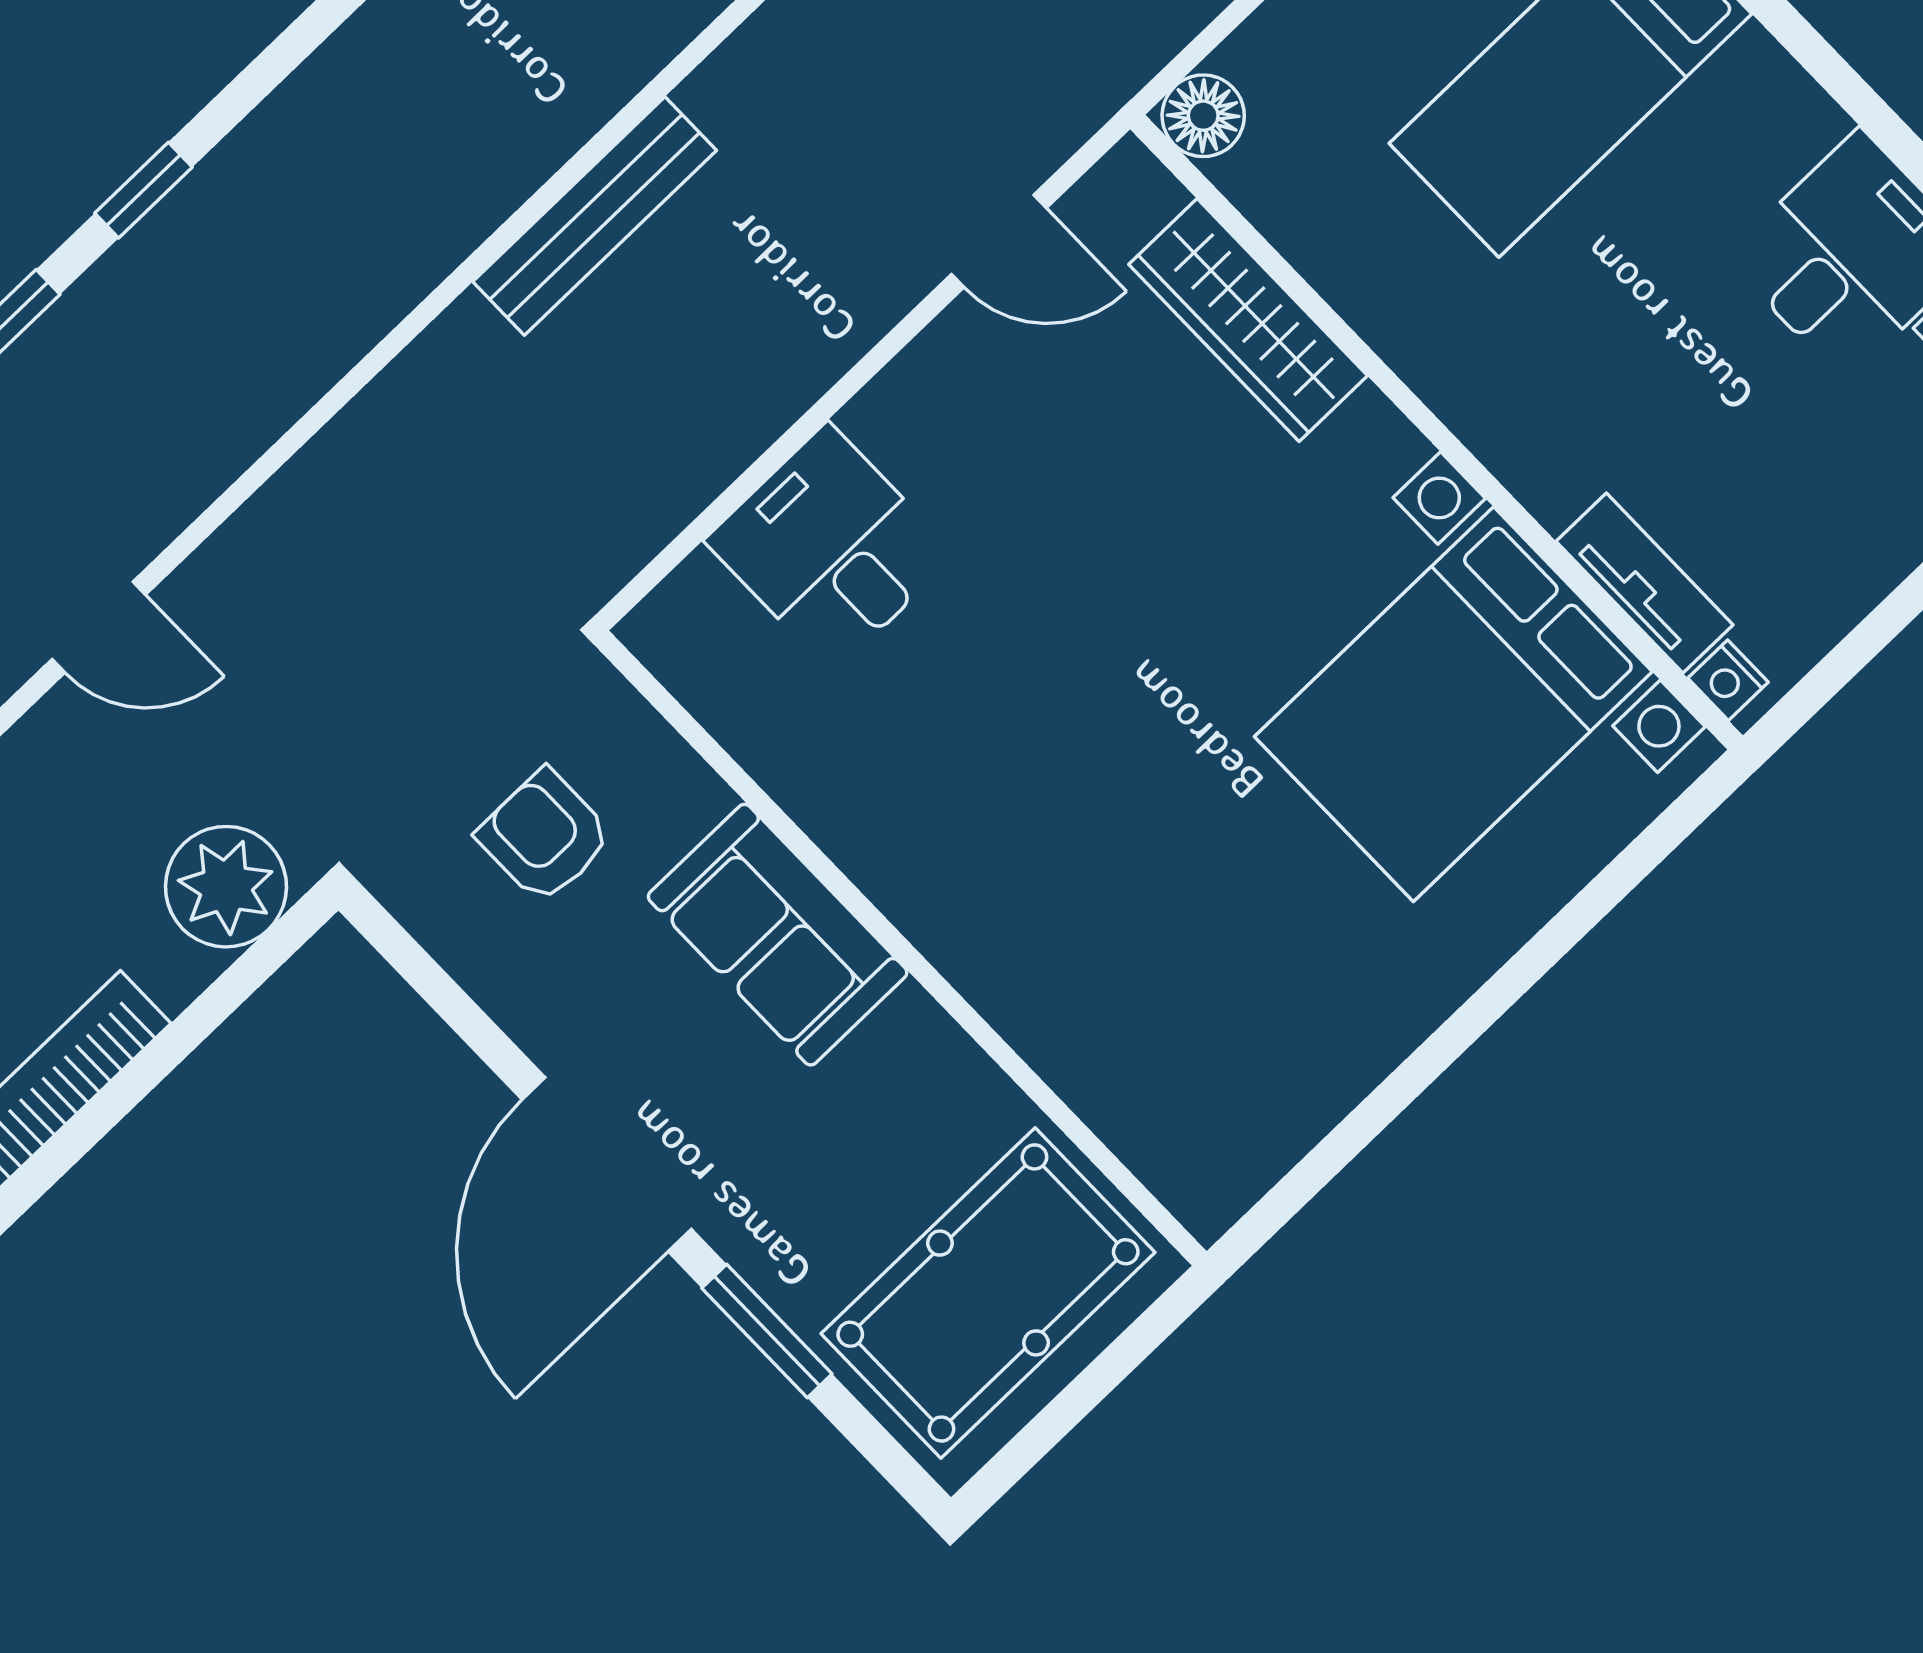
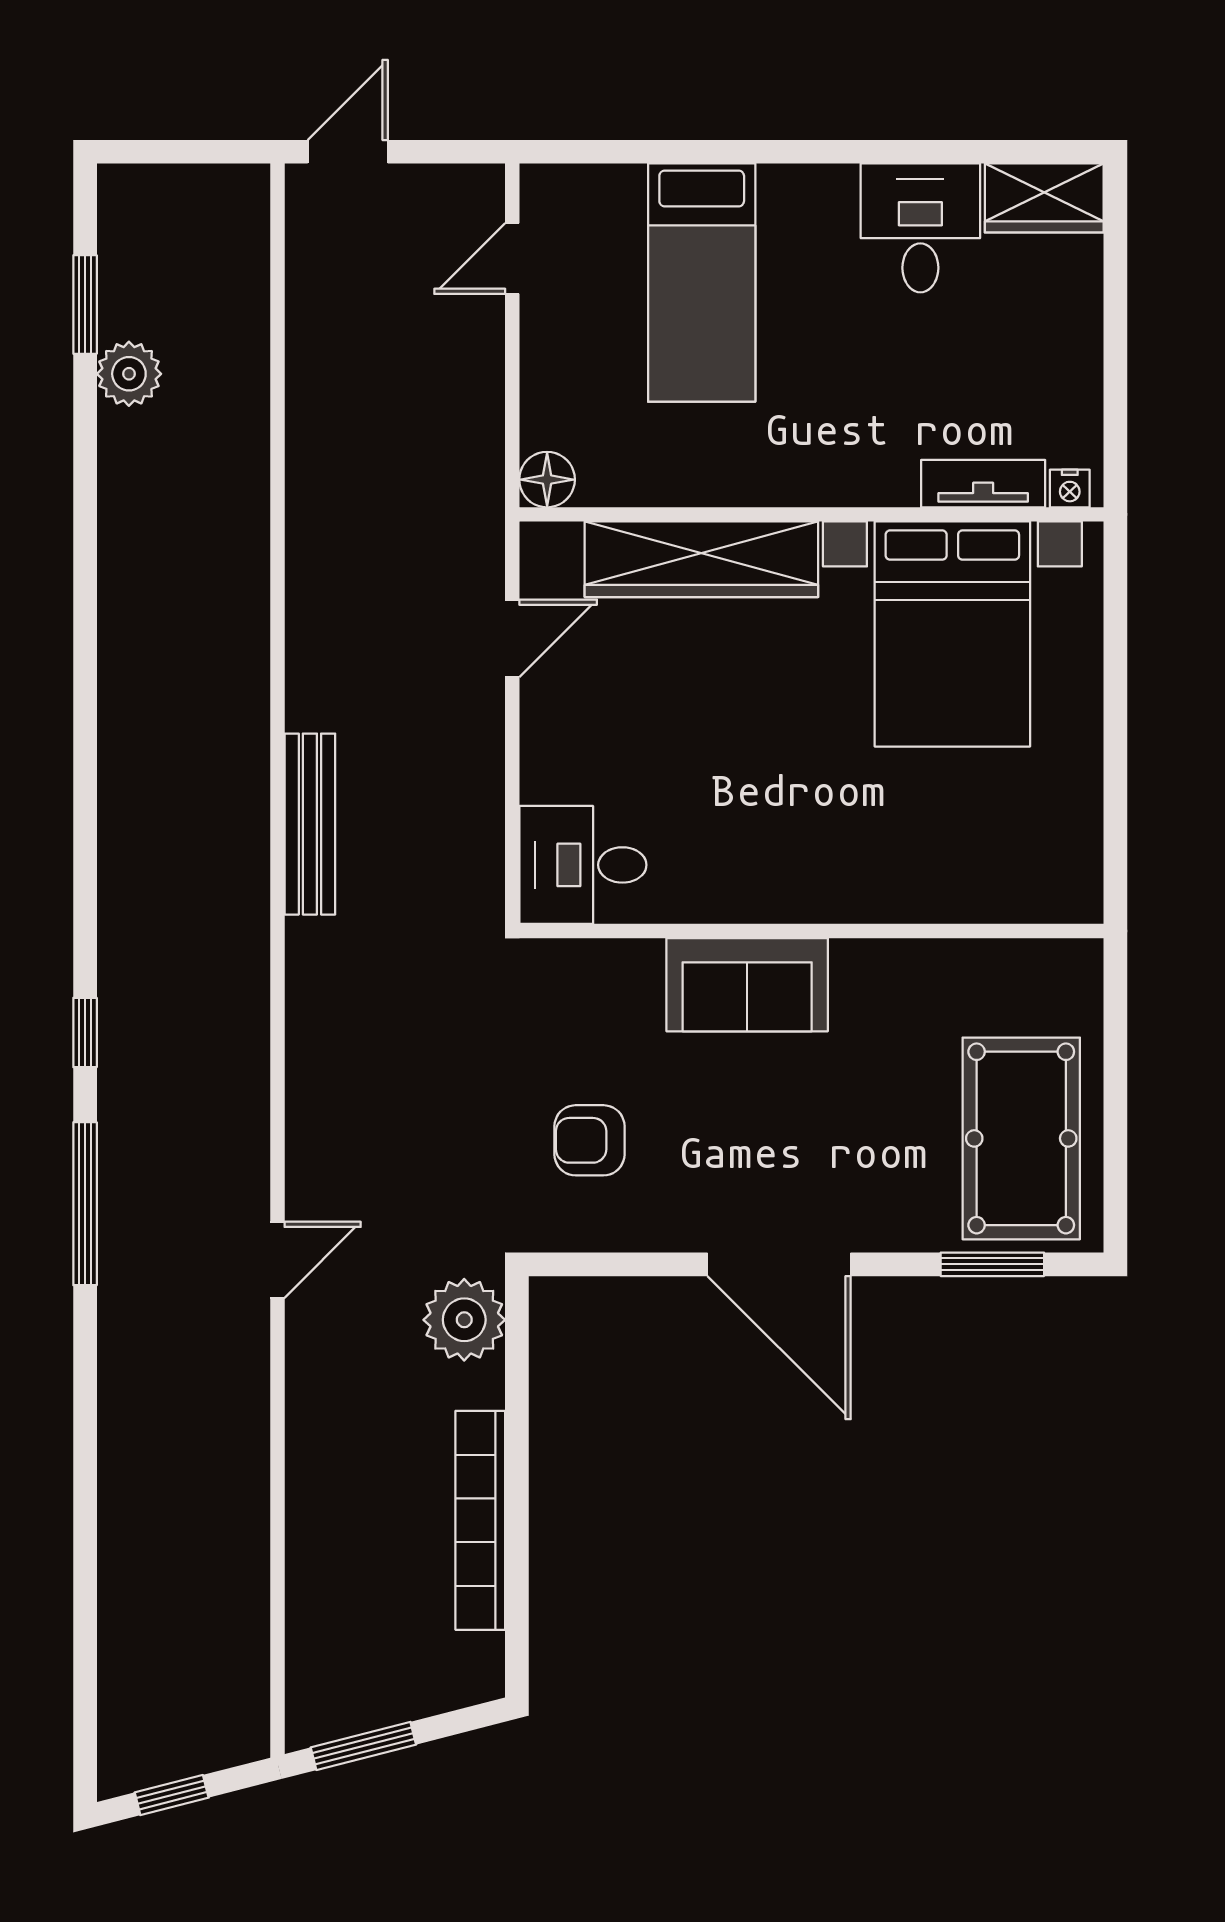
wardrobe: (1248, 320) -> (701, 559), width x1.40, depth x1.17
sofa: (778, 935) -> (747, 985), moved
wall: (900, 948) -> (812, 931), moved
window: (767, 1331) -> (992, 1264), moved

